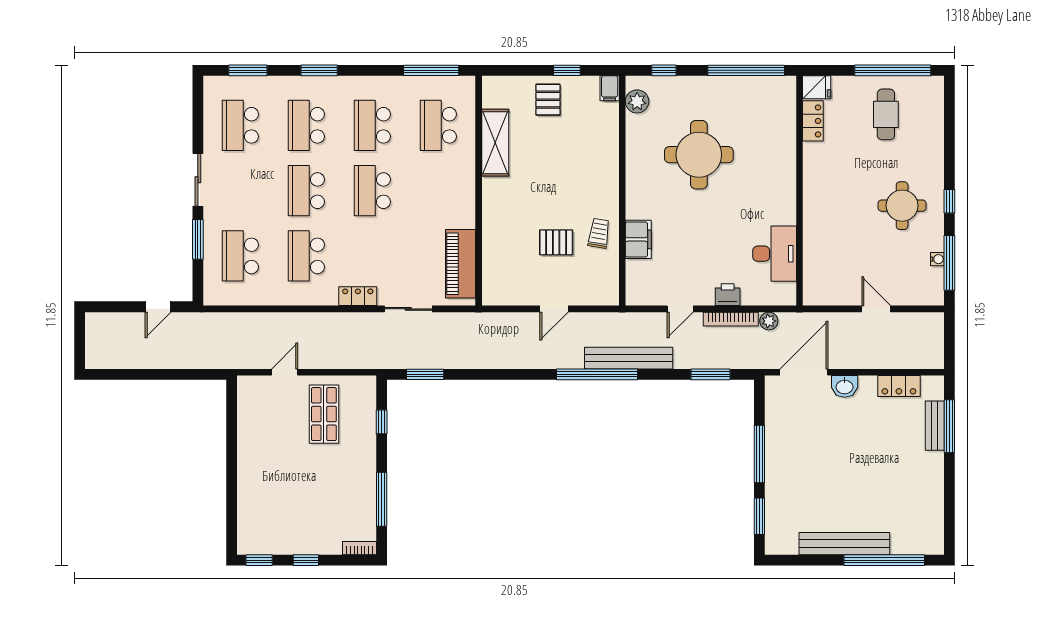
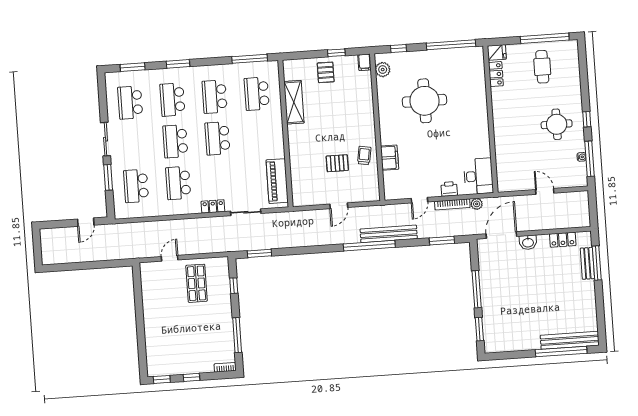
desk: (775, 254) -> (478, 176), moved
bench: (844, 544) -> (570, 340), moved

